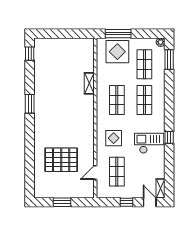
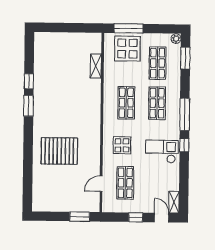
window: (30, 54) -> (29, 81), moved
shelving: (89, 83) -> (96, 66), moved
window: (169, 110) -> (185, 114), added
pallet: (61, 160) -> (59, 151), moved
window: (62, 202) -> (80, 217), moved

